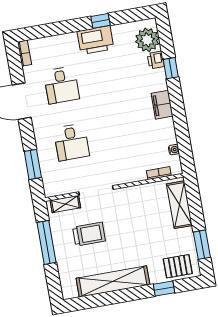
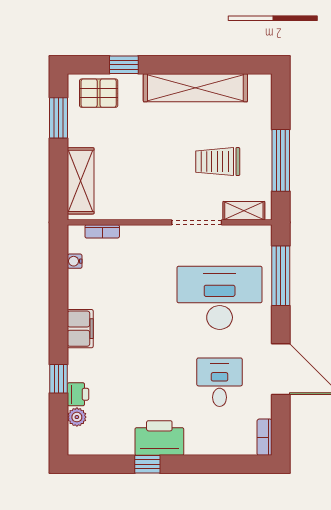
plant: (147, 40) -> (77, 417), width x0.53, depth x0.53
desk: (72, 142) -> (220, 298), width x1.87, depth x1.30
window: (33, 164) -> (281, 276), width x1.44

